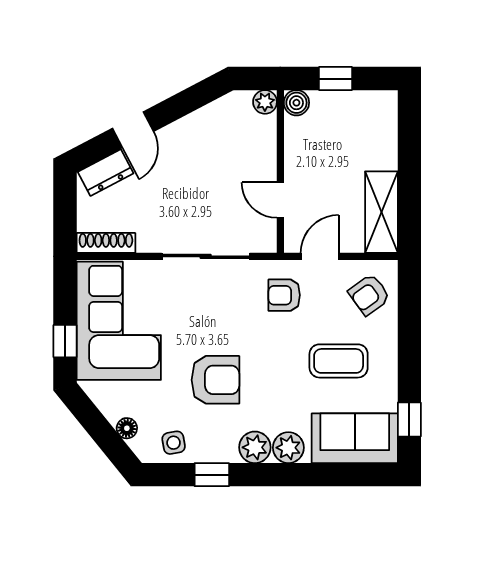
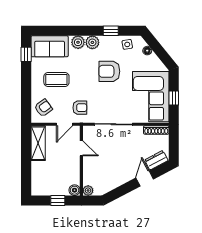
window: (65, 341) -> (174, 98), moved

